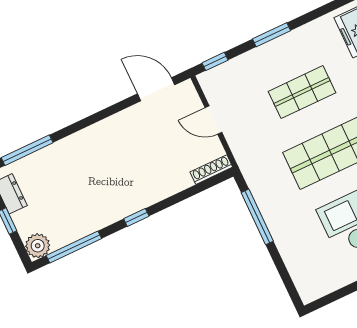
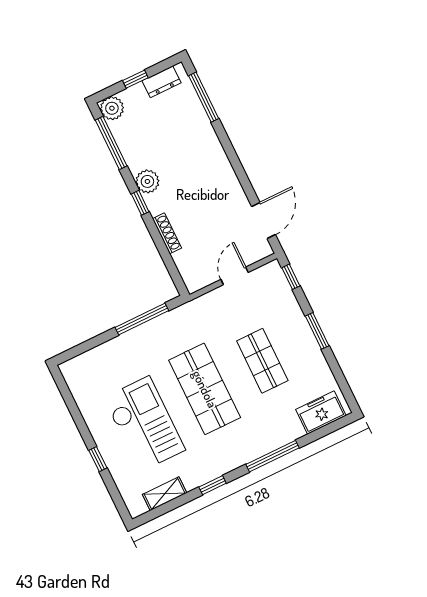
shoe rack: (211, 170) -> (167, 233), moved
plant: (114, 210) -> (147, 181), added

